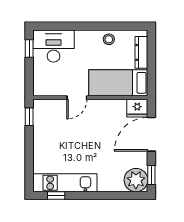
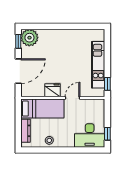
fridge: (137, 108) -> (53, 90), moved
kitchen unit: (65, 183) -> (98, 65), moved, turned 90
window: (56, 195) -> (88, 26), removed

